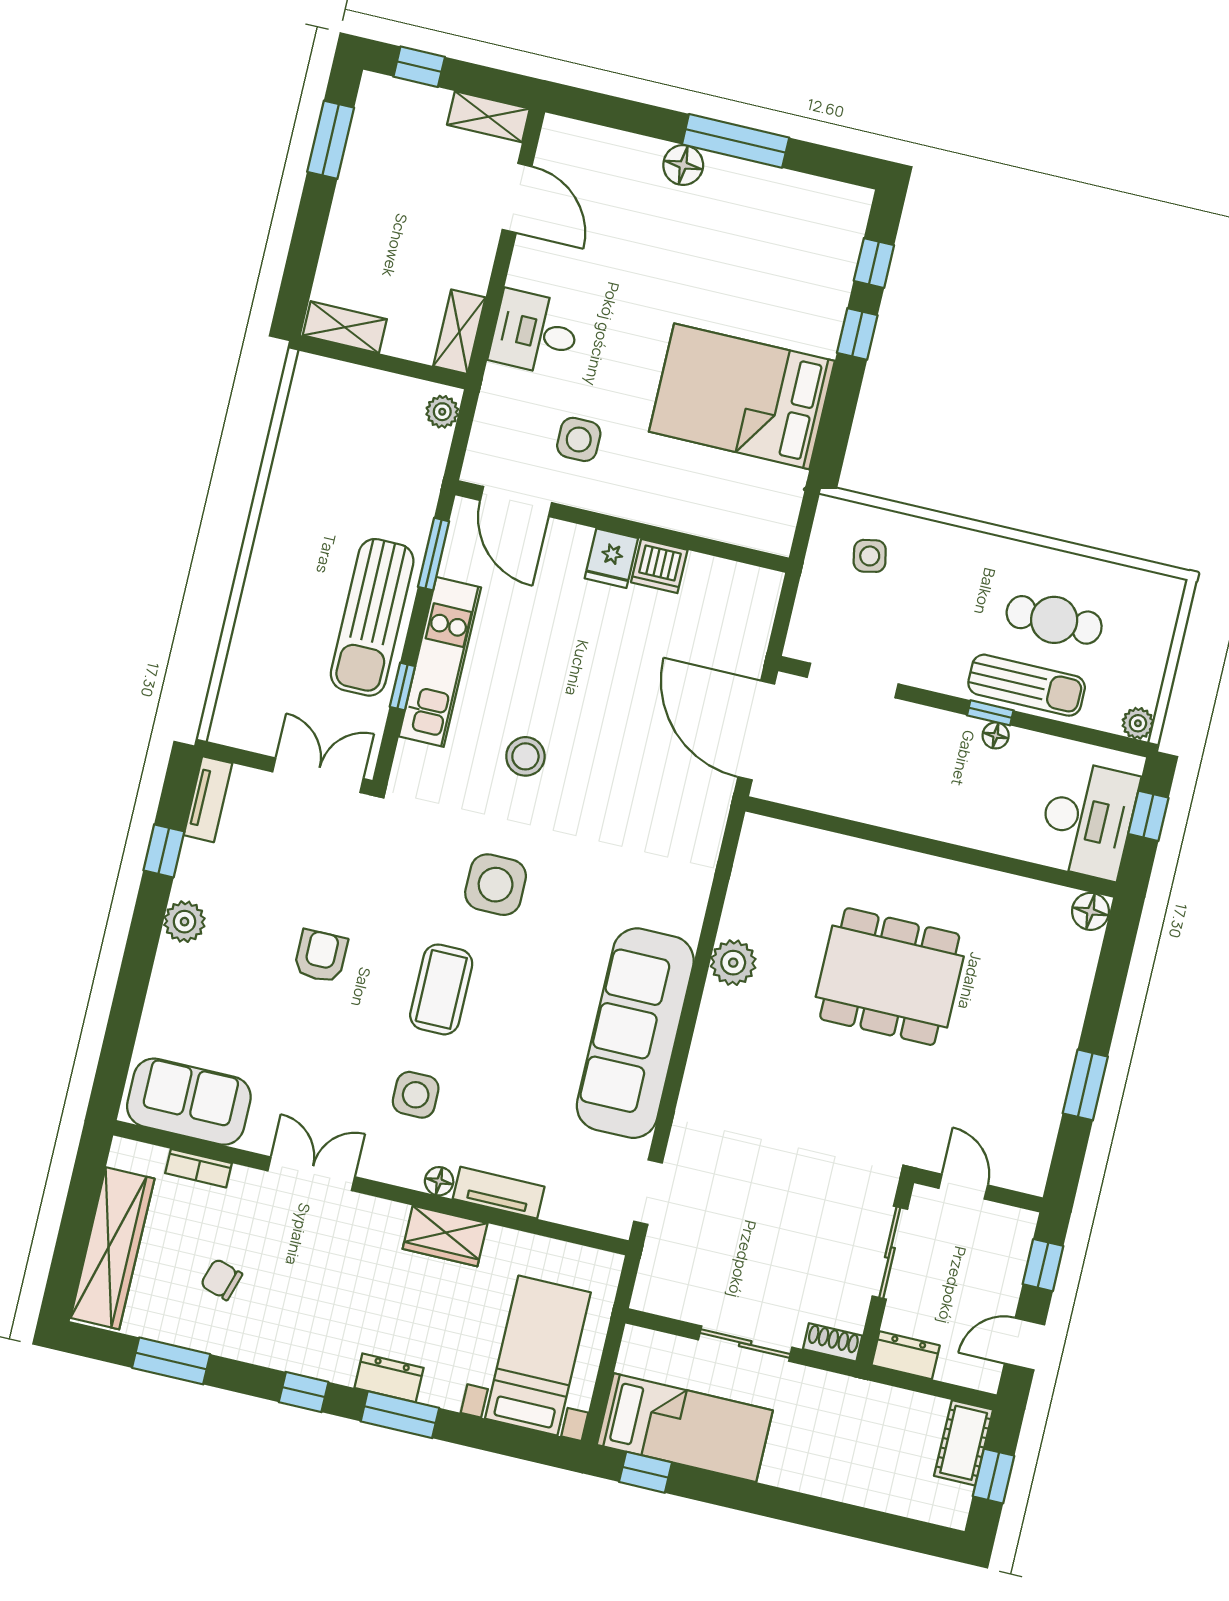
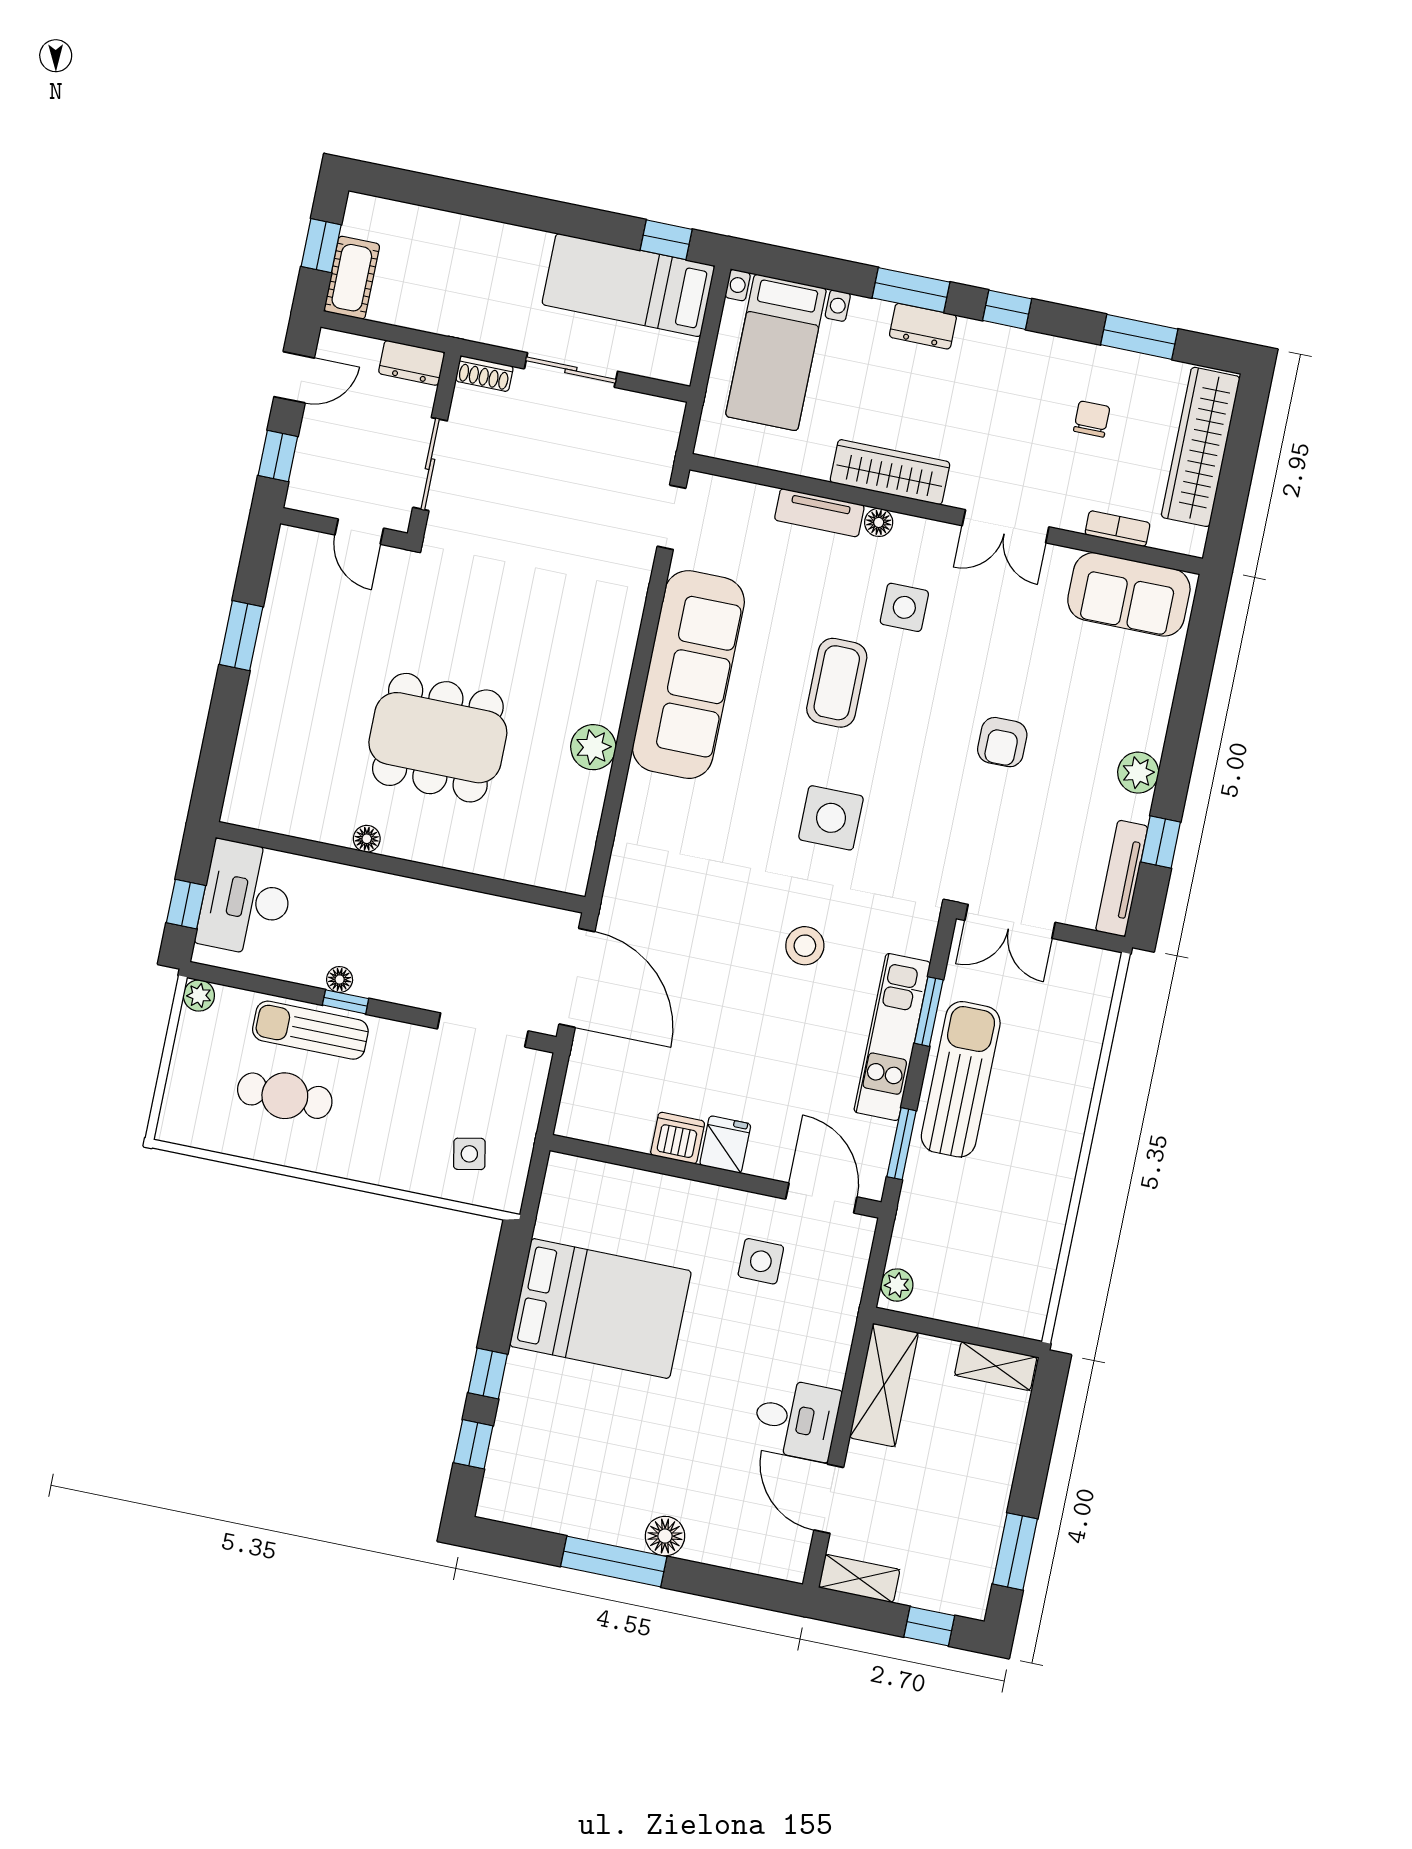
shelving: (459, 332) -> (884, 1385), width x1.50, depth x1.33
desk: (535, 333) -> (796, 1419), moved
window: (402, 687) -> (929, 1012), width x1.50
tv unit: (208, 799) -> (1122, 878), width x1.41
floor lamp: (1090, 911) -> (367, 839), moved, width x0.73, depth x0.73
coffee table: (441, 989) -> (837, 683), moved
wardrobe: (445, 1236) -> (890, 472), width x1.50
chair: (221, 1279) -> (1092, 419), turned -107

